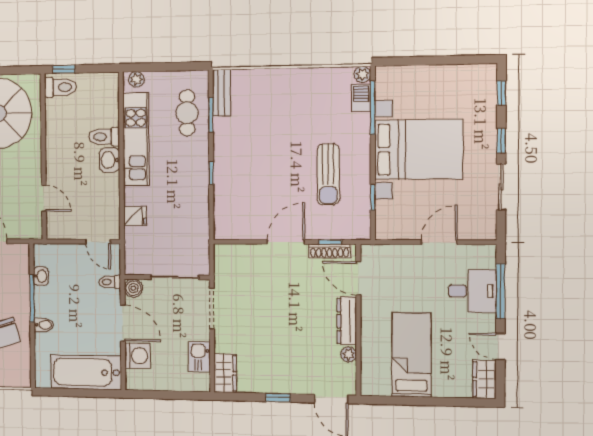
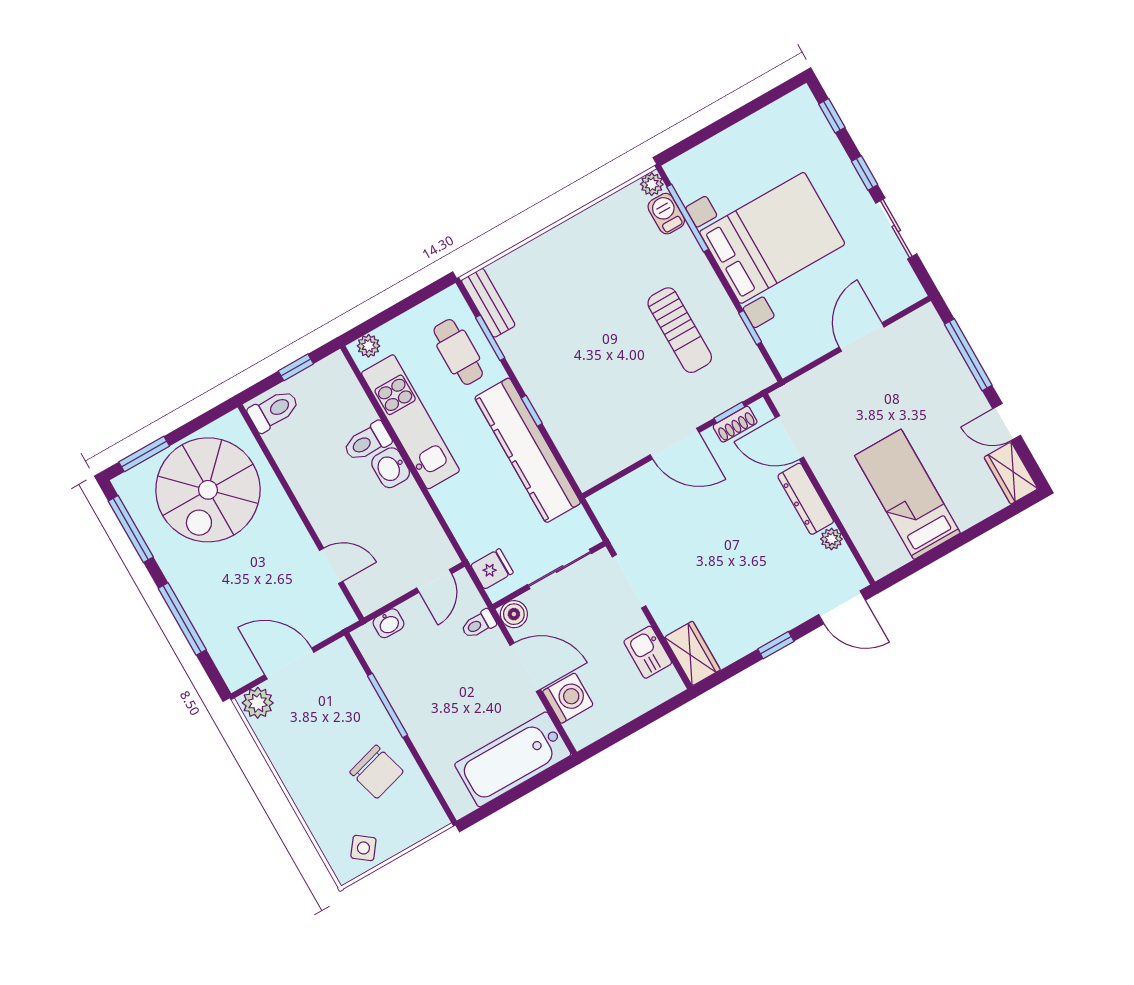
window: (64, 69) -> (296, 367), moved
kitchen counter: (195, 196) -> (528, 450), added
fridge: (135, 216) -> (492, 569), moved
door: (98, 242) -> (434, 581), hinge flipped
door: (286, 242) -> (675, 444), swing flipped
shoe rack: (329, 251) -> (735, 424), width x0.70
washbasin: (41, 276) -> (389, 623), moved, turned 90
desk: (472, 291) -> (935, 374), removed
bidet: (44, 325) -> (423, 731), removed

